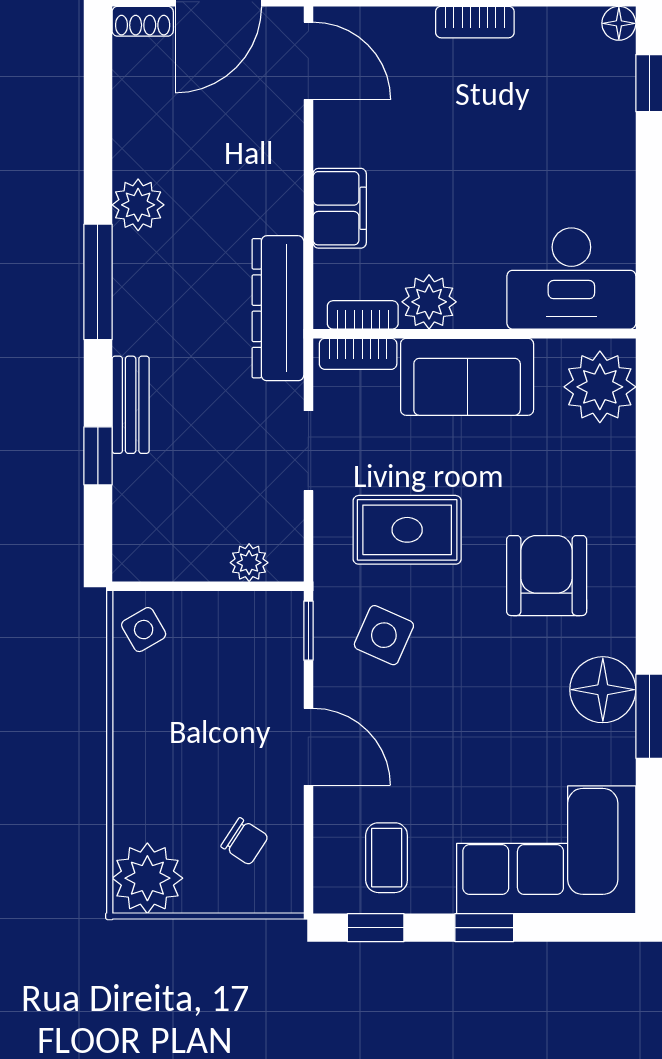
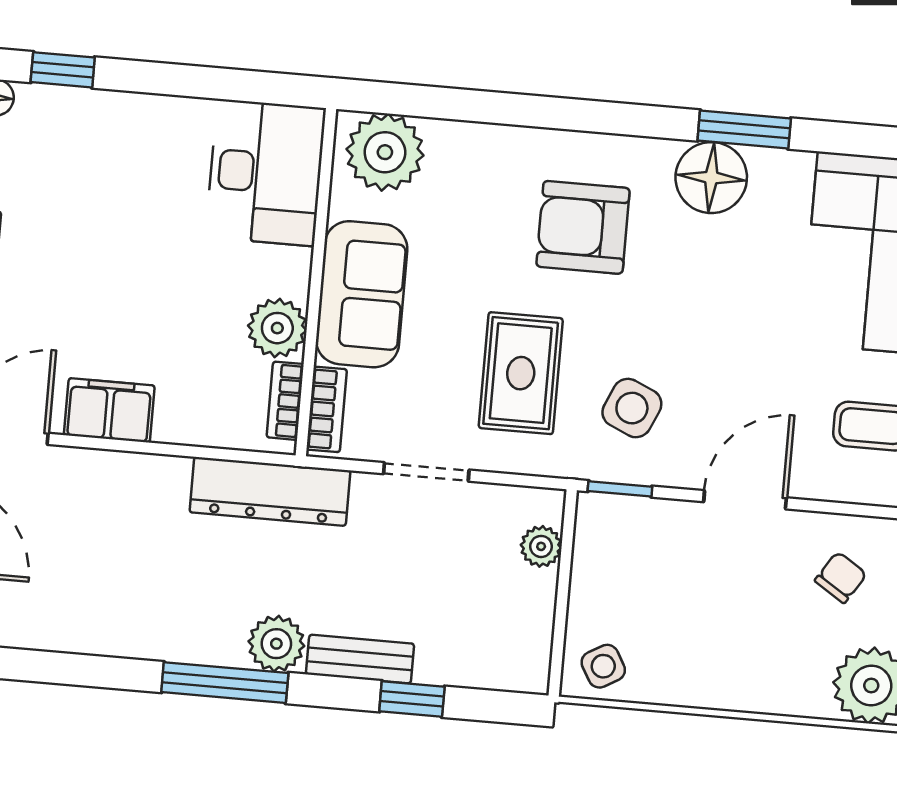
plant: (138, 205) -> (276, 644), moved
filing cabinet: (340, 208) -> (109, 410), moved

